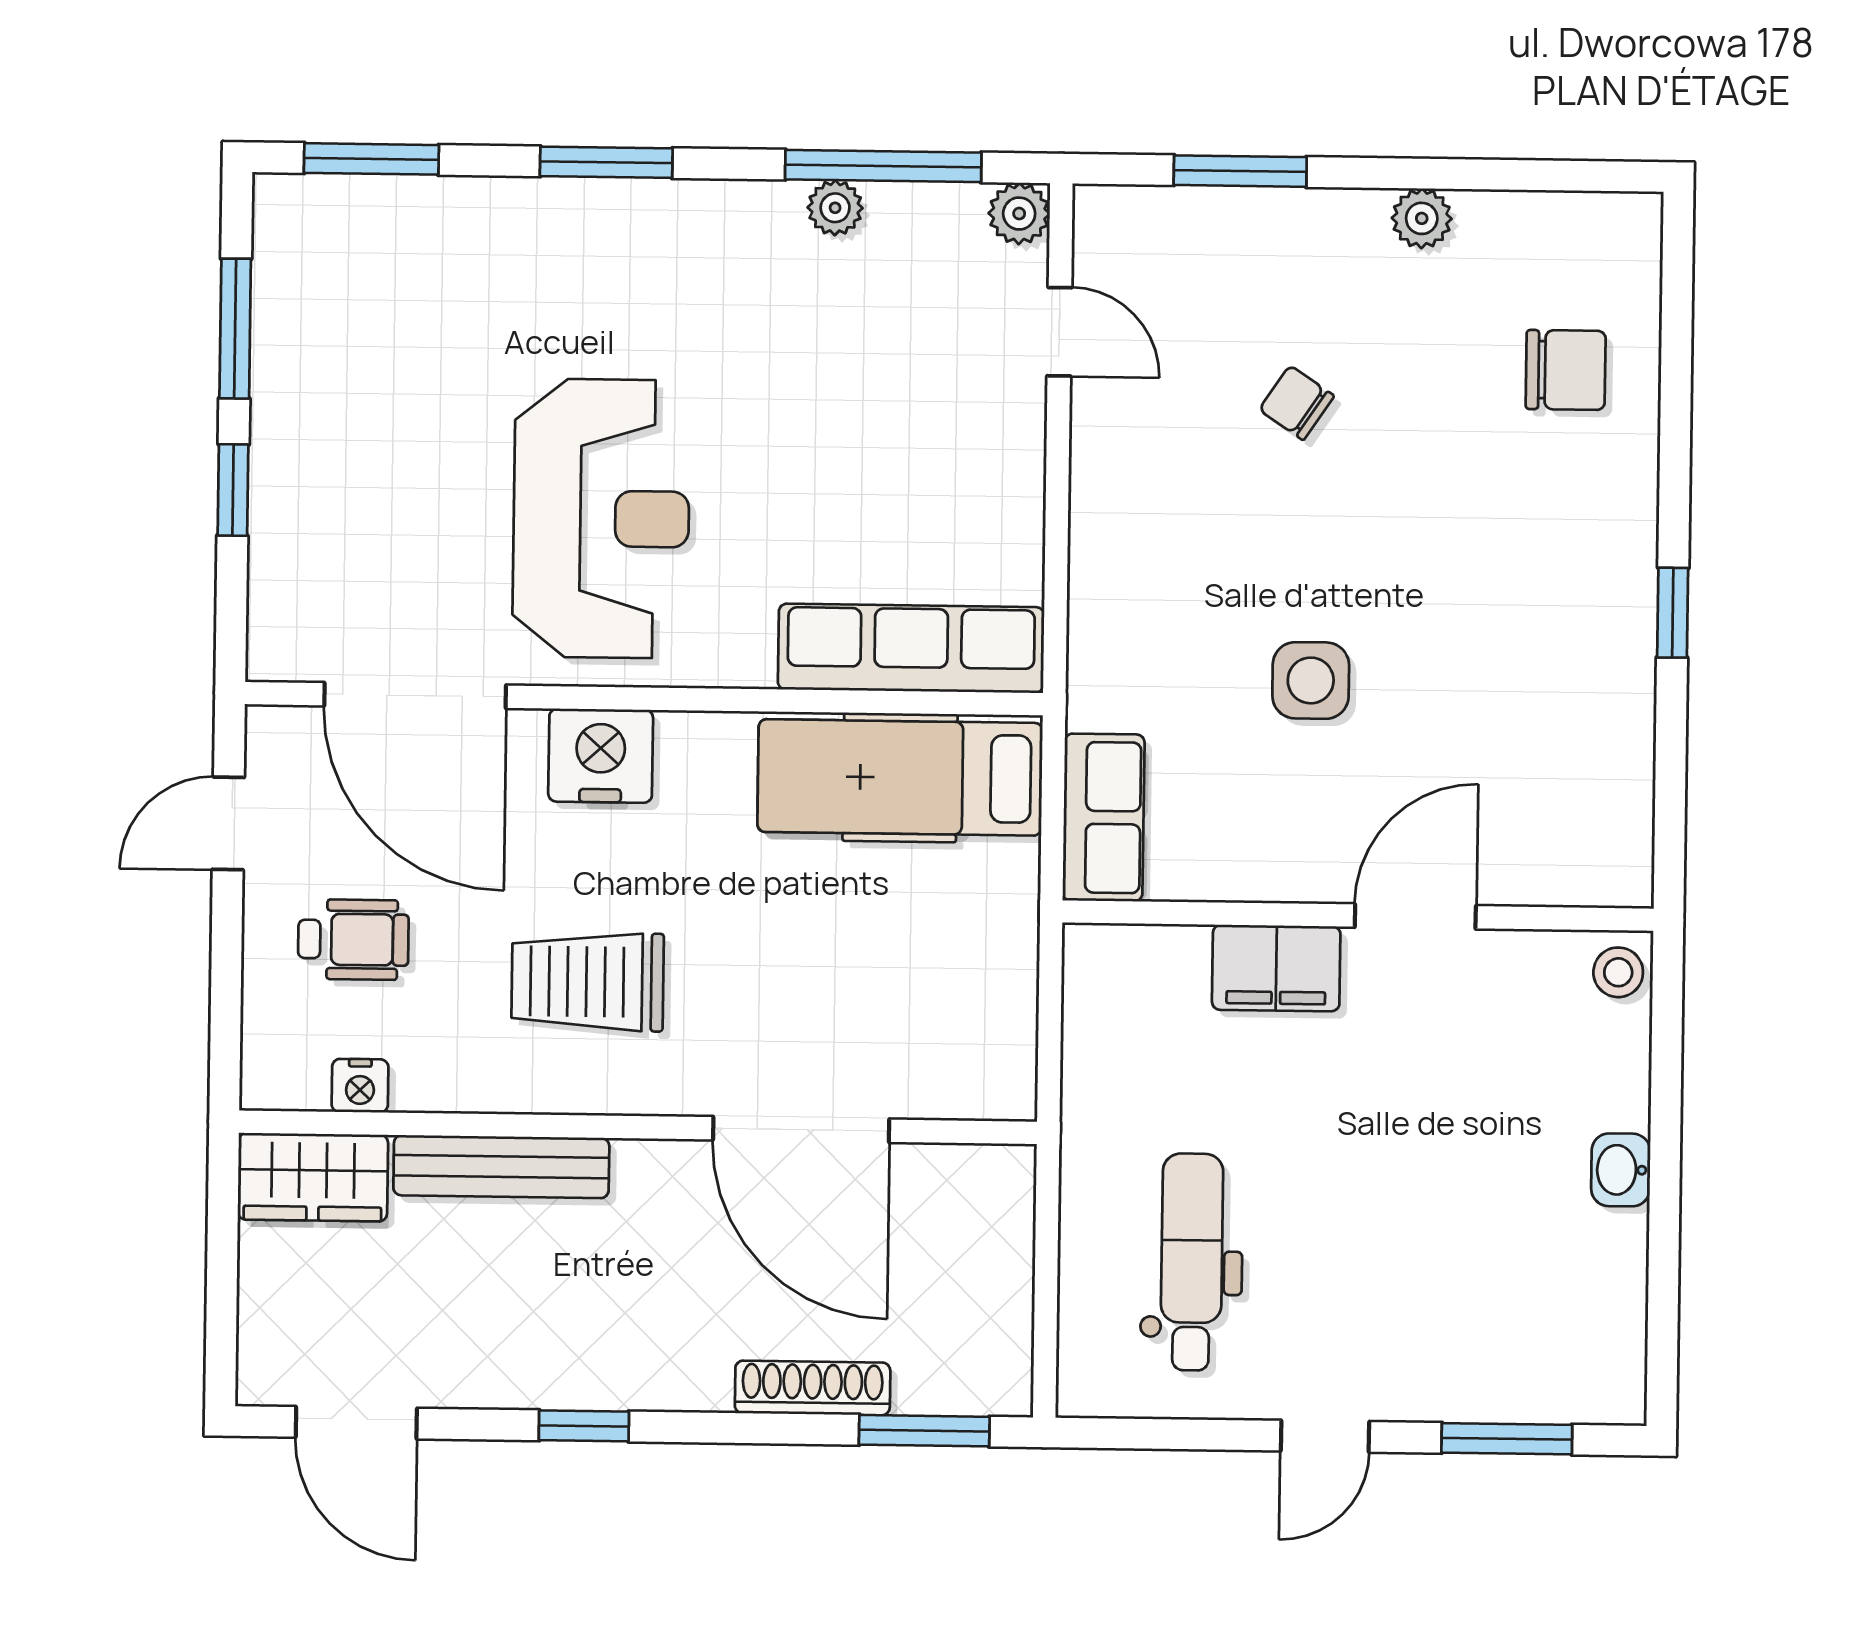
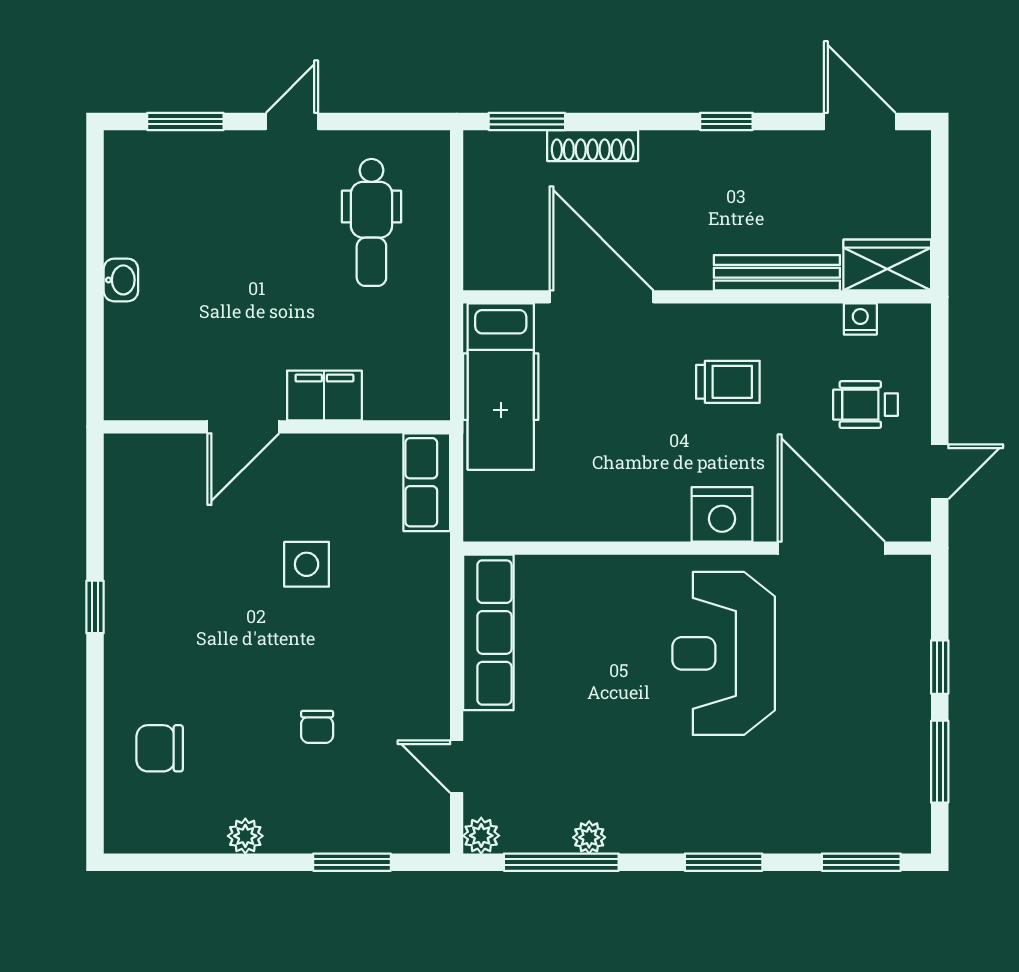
chair: (1297, 403) -> (317, 727), turned 56
row of seats: (911, 648) -> (488, 632), moved, turned -90
hospital bed: (900, 777) -> (501, 387), moved, turned 90
stool: (1618, 972) -> (124, 396), removed
trolley: (588, 982) -> (728, 382), width x0.73, depth x0.72

